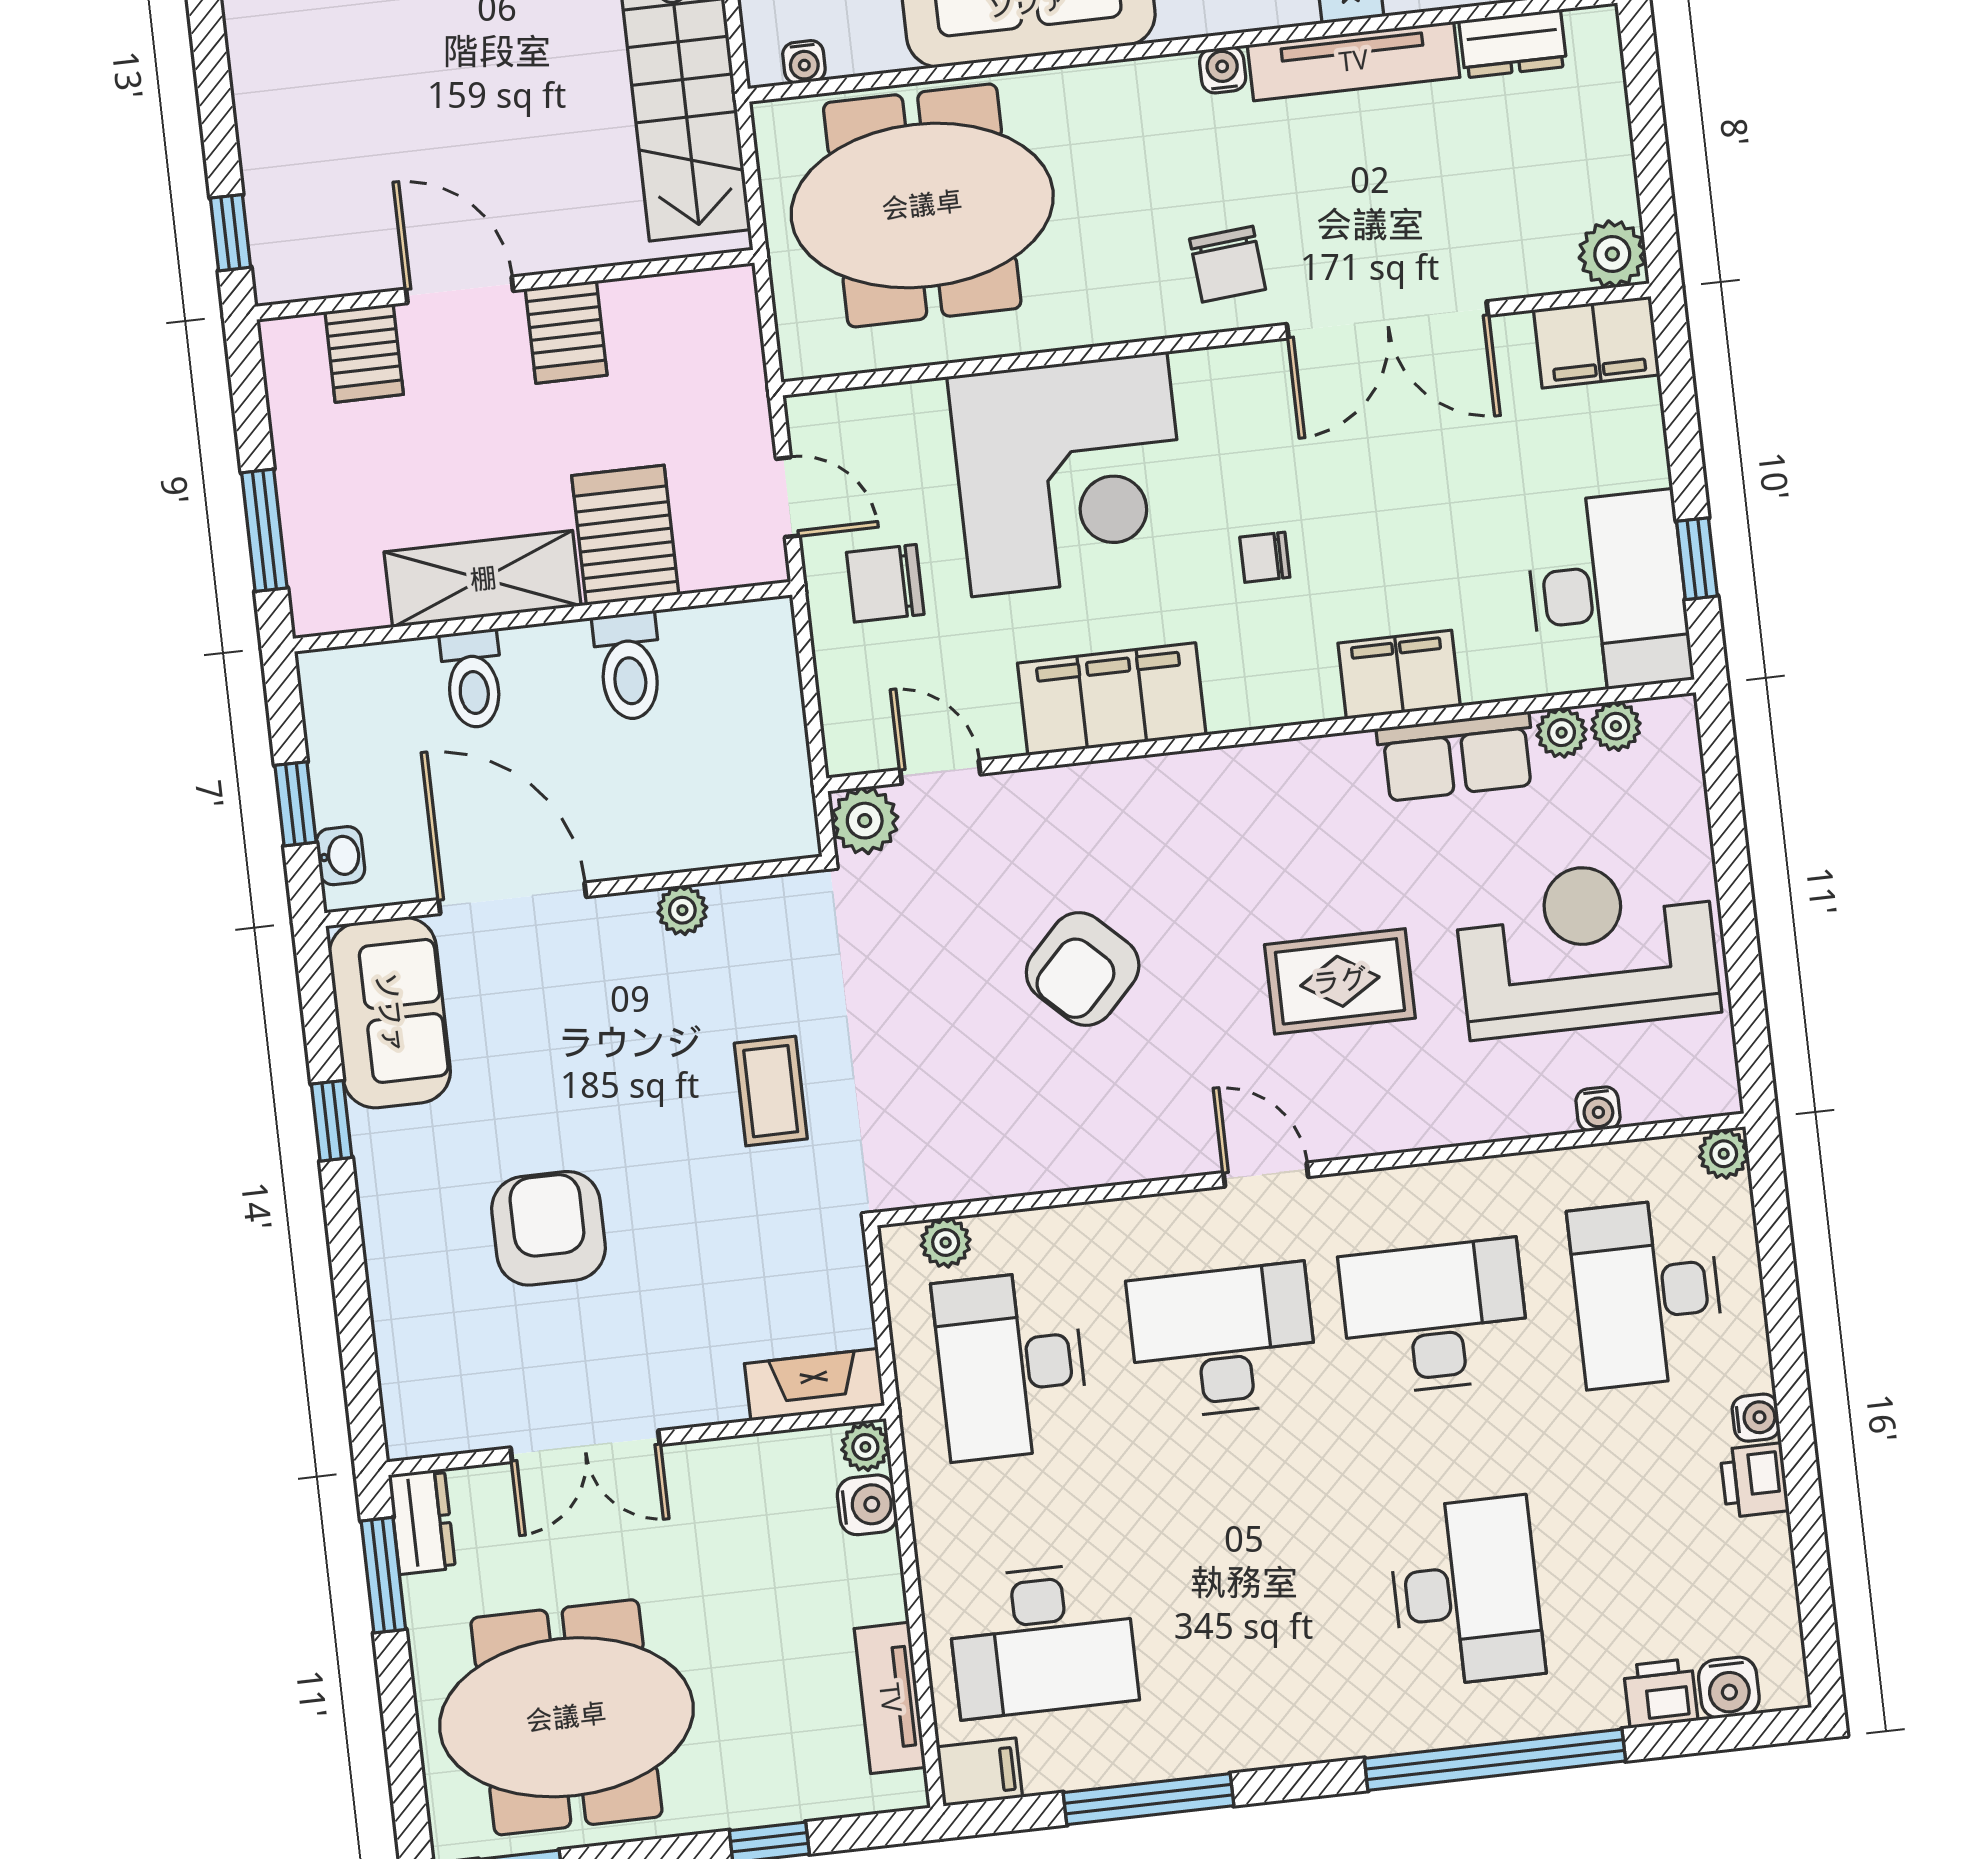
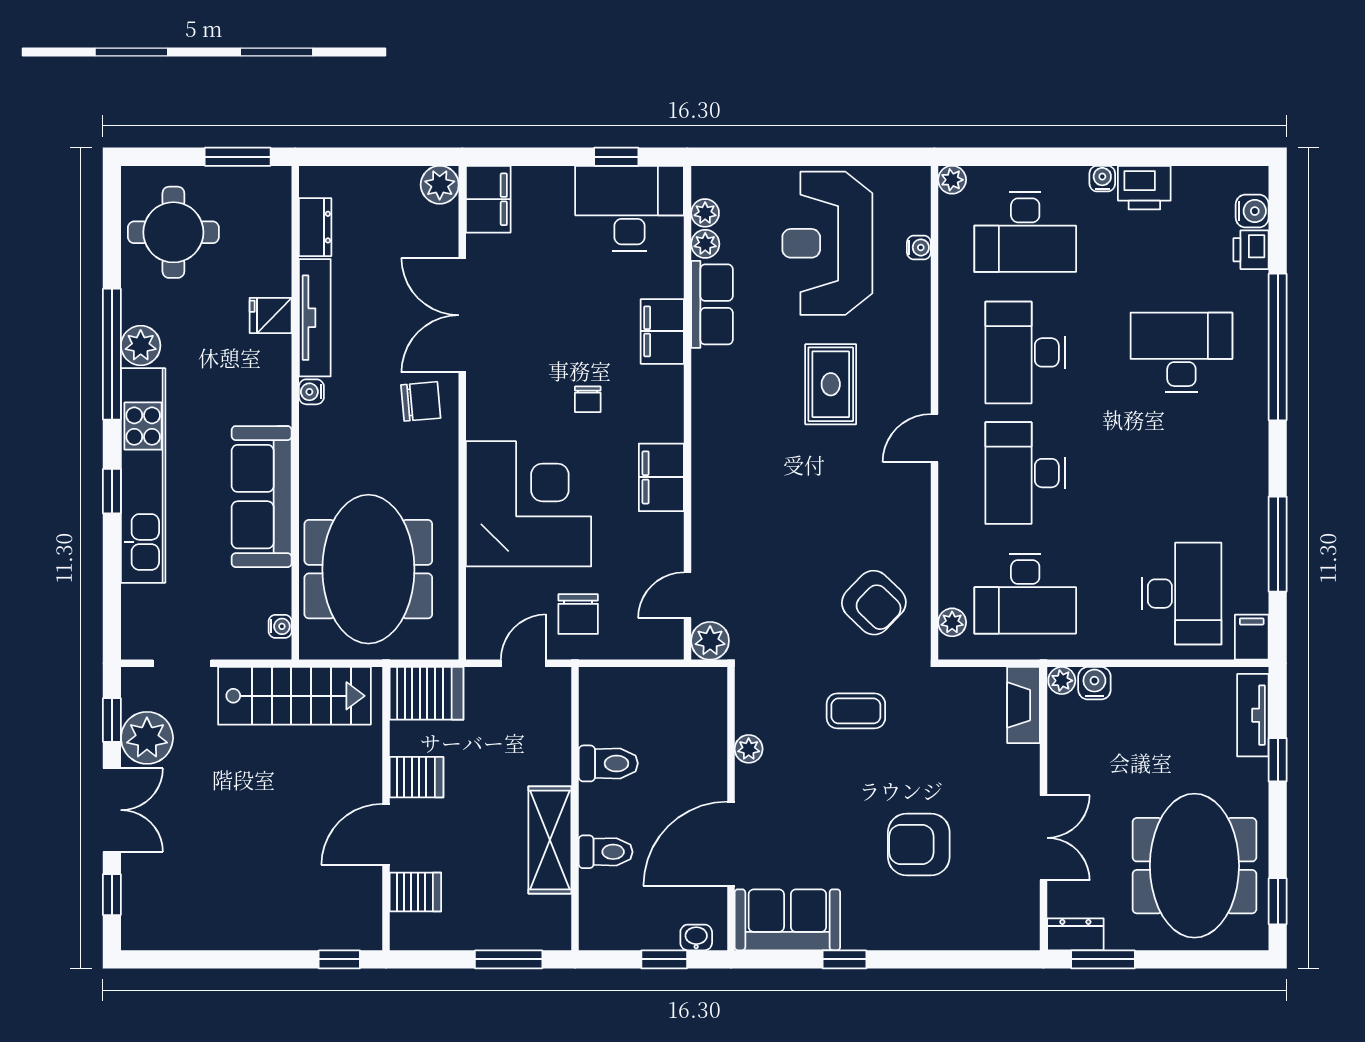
double door: (1388, 320) -> (462, 315), swing flipped
server rack: (625, 535) -> (427, 693), moved, turned 180
filing cabinet: (1112, 699) -> (661, 477), width x0.67, depth x0.86
armchair: (1083, 969) -> (874, 603), moved
printer: (1754, 1480) -> (1144, 188), width x1.36, depth x1.24
tv unit: (890, 1698) -> (1253, 715), moved, turned 90

